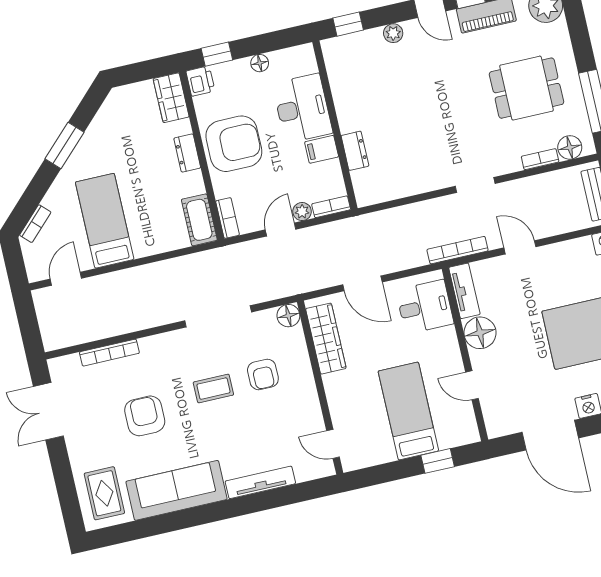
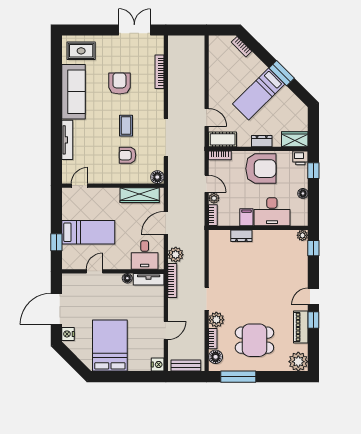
plant: (393, 33) -> (302, 235), moved
dining table: (526, 88) -> (254, 340), turned 90
armchair: (234, 144) -> (261, 169), turned -90
plant: (507, 160) -> (216, 320), added
bed: (105, 221) -> (259, 94), moved, turned 135
door: (520, 247) -> (166, 330), moved
plant: (412, 255) -> (176, 255), added
door: (66, 279) -> (207, 117), moved
floor lamp: (480, 333) -> (127, 278), width x0.53, depth x0.53
armchair: (145, 416) -> (119, 83), turned -90

